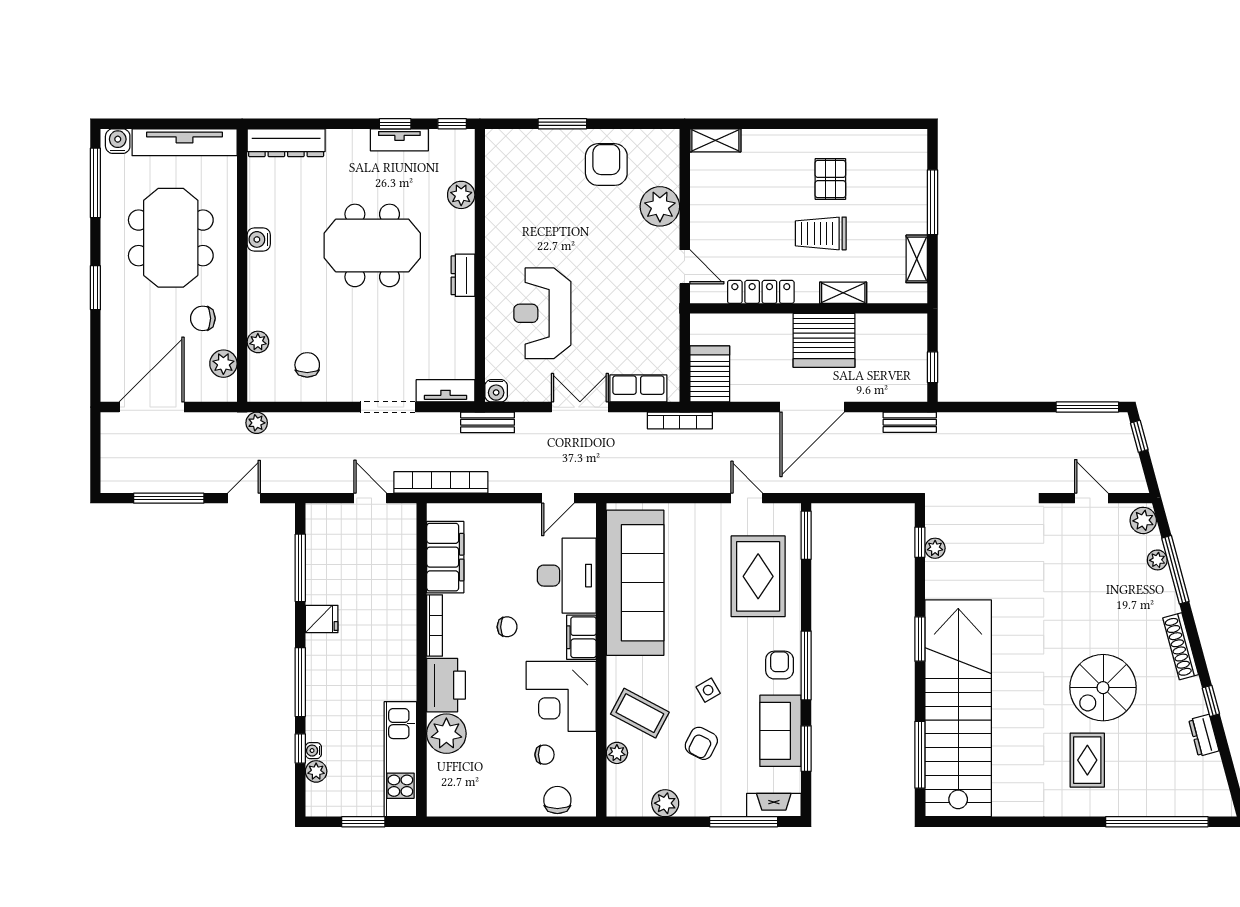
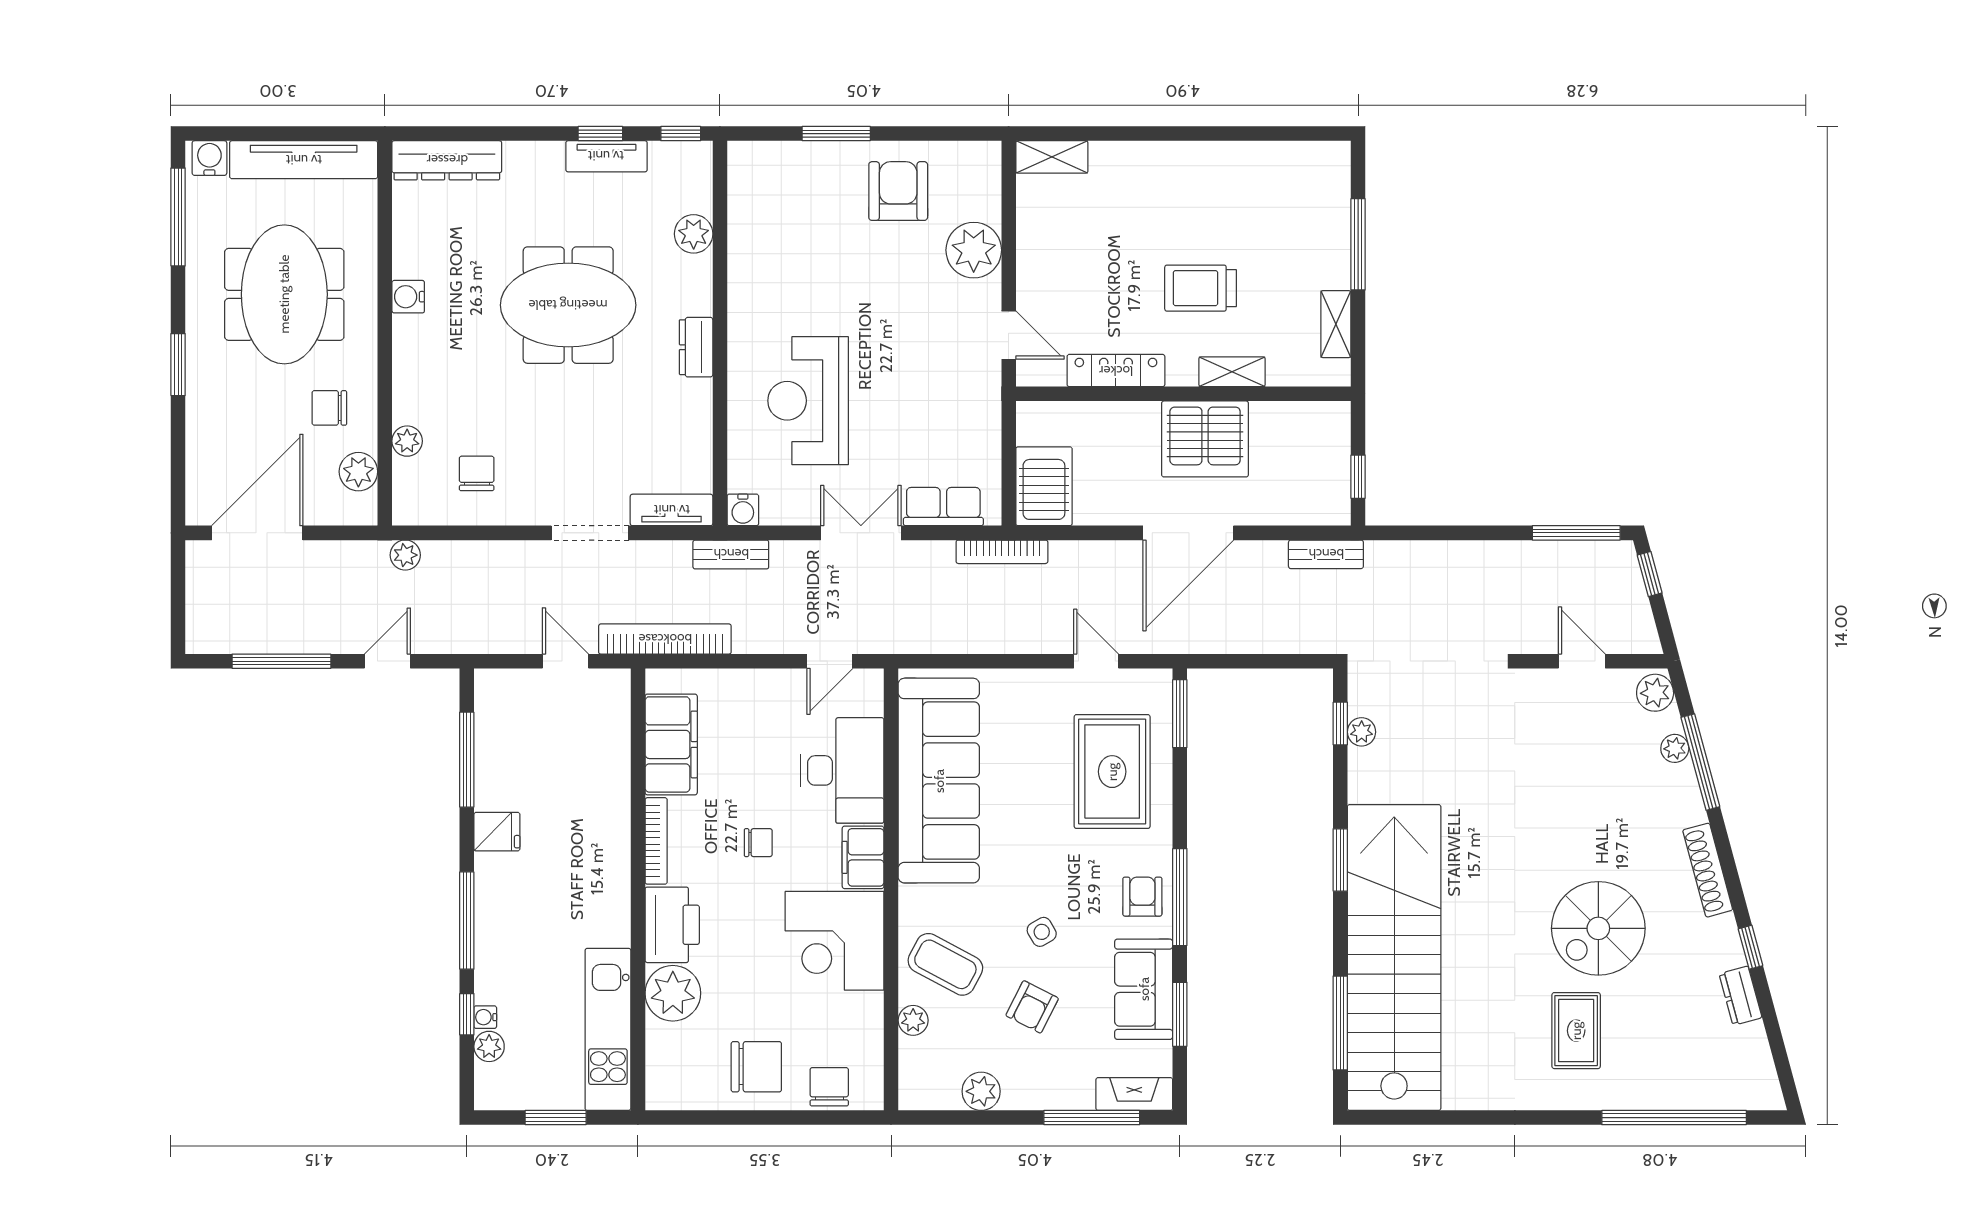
pallet: (830, 179) -> (1214, 211), removed
chair: (545, 755) -> (756, 1067), moved, width x1.87, depth x1.87

